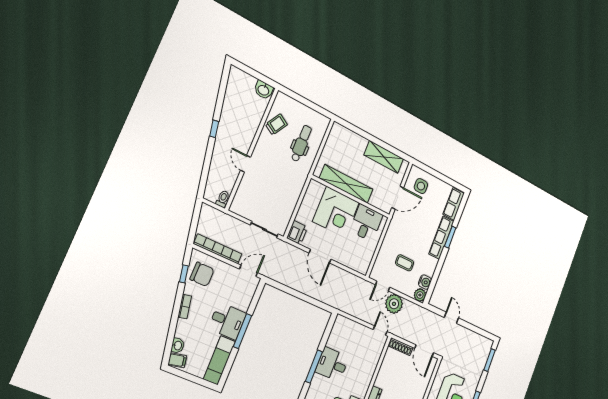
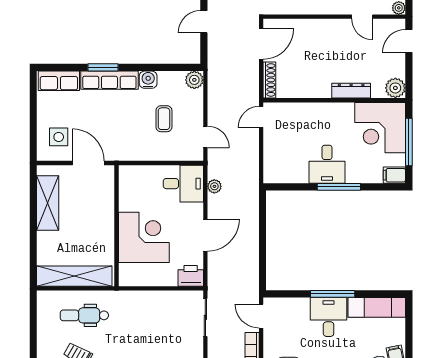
shelving: (346, 184) -> (74, 276), moved, turned 90
desk: (366, 223) -> (183, 184), moved, turned 180
water cooler: (425, 282) -> (148, 80), moved
plant: (394, 304) -> (214, 186), moved, width x0.53, depth x0.53

